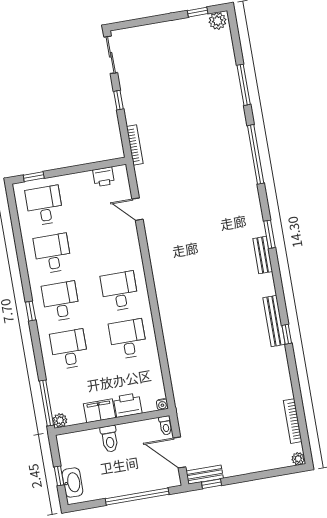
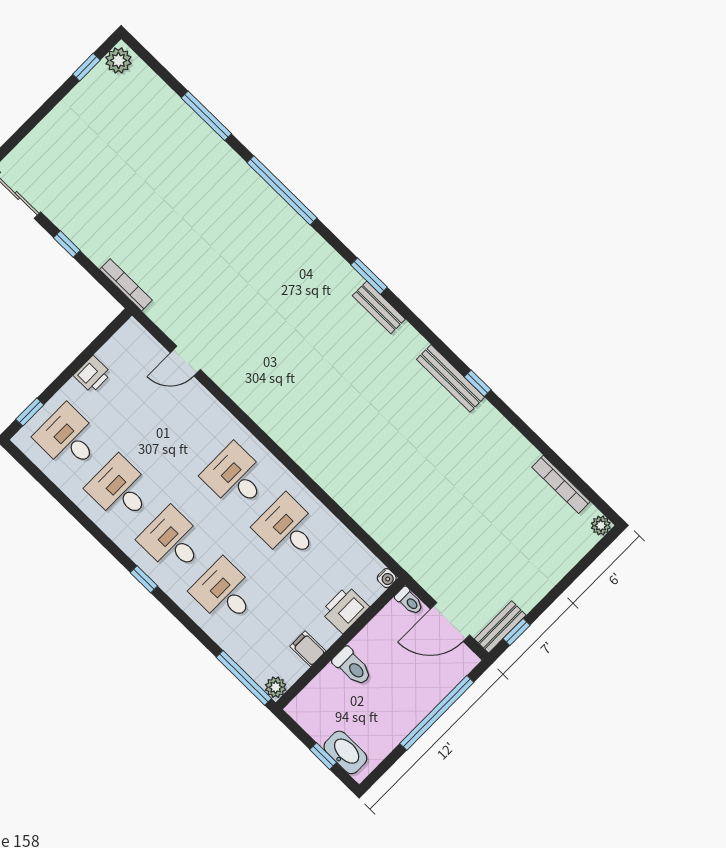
printer: (104, 177) -> (92, 374), moved
filing cabinet: (99, 411) -> (308, 649), width x0.50

